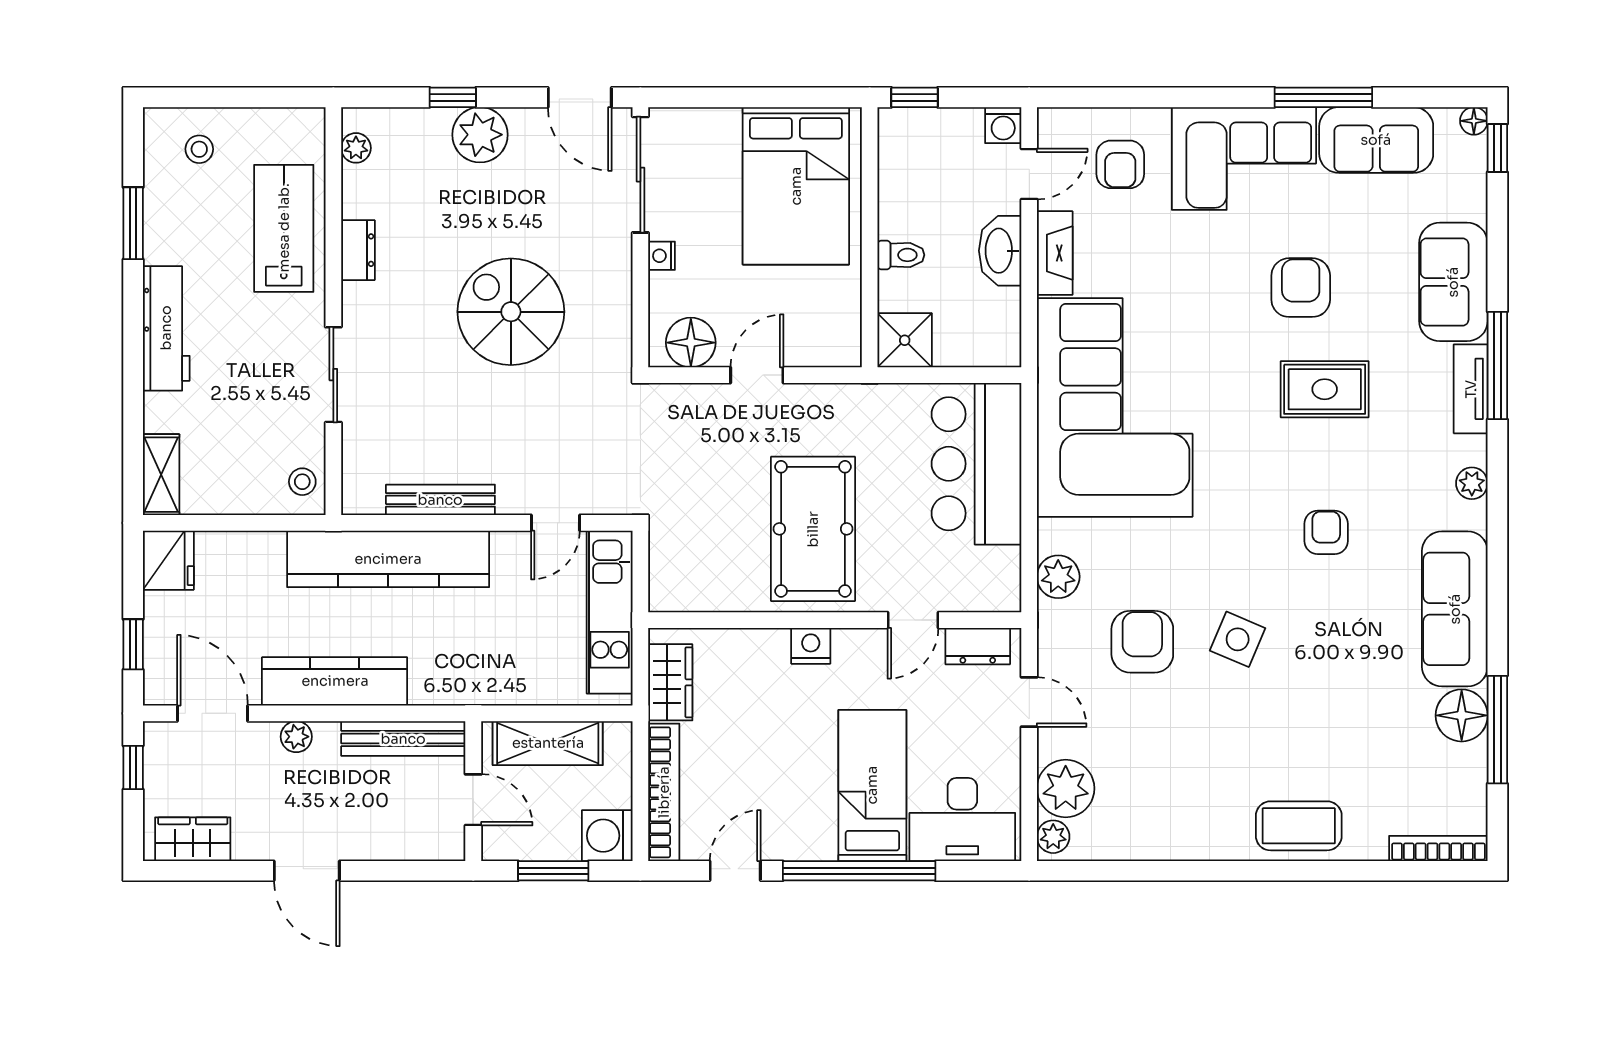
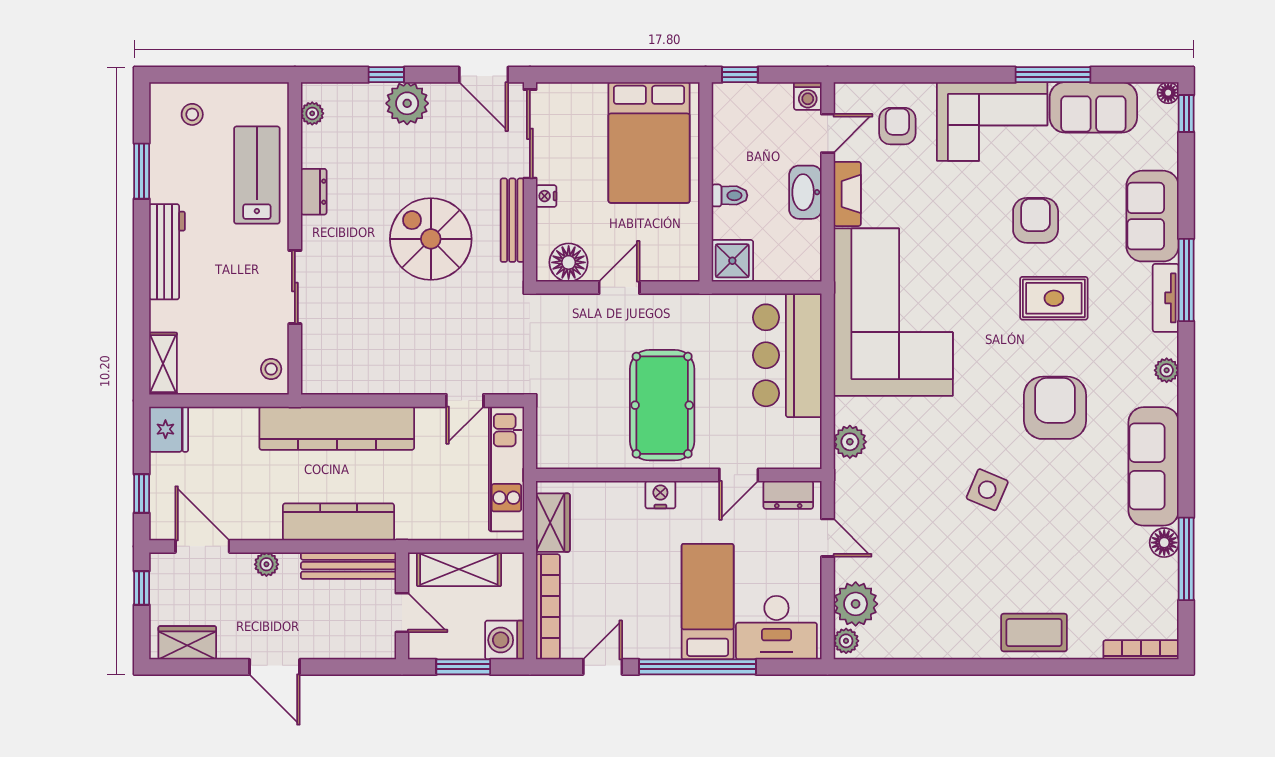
armchair: (1120, 164) -> (897, 126), turned 180
bench: (440, 500) -> (512, 220), moved, turned 90
armchair: (1326, 532) -> (1055, 408), width x1.88, depth x1.88
armchair: (1142, 642) -> (914, 492), removed
kitchen counter: (335, 681) -> (339, 522), moved
floor lamp: (1462, 715) -> (1164, 543), width x0.73, depth x0.73

